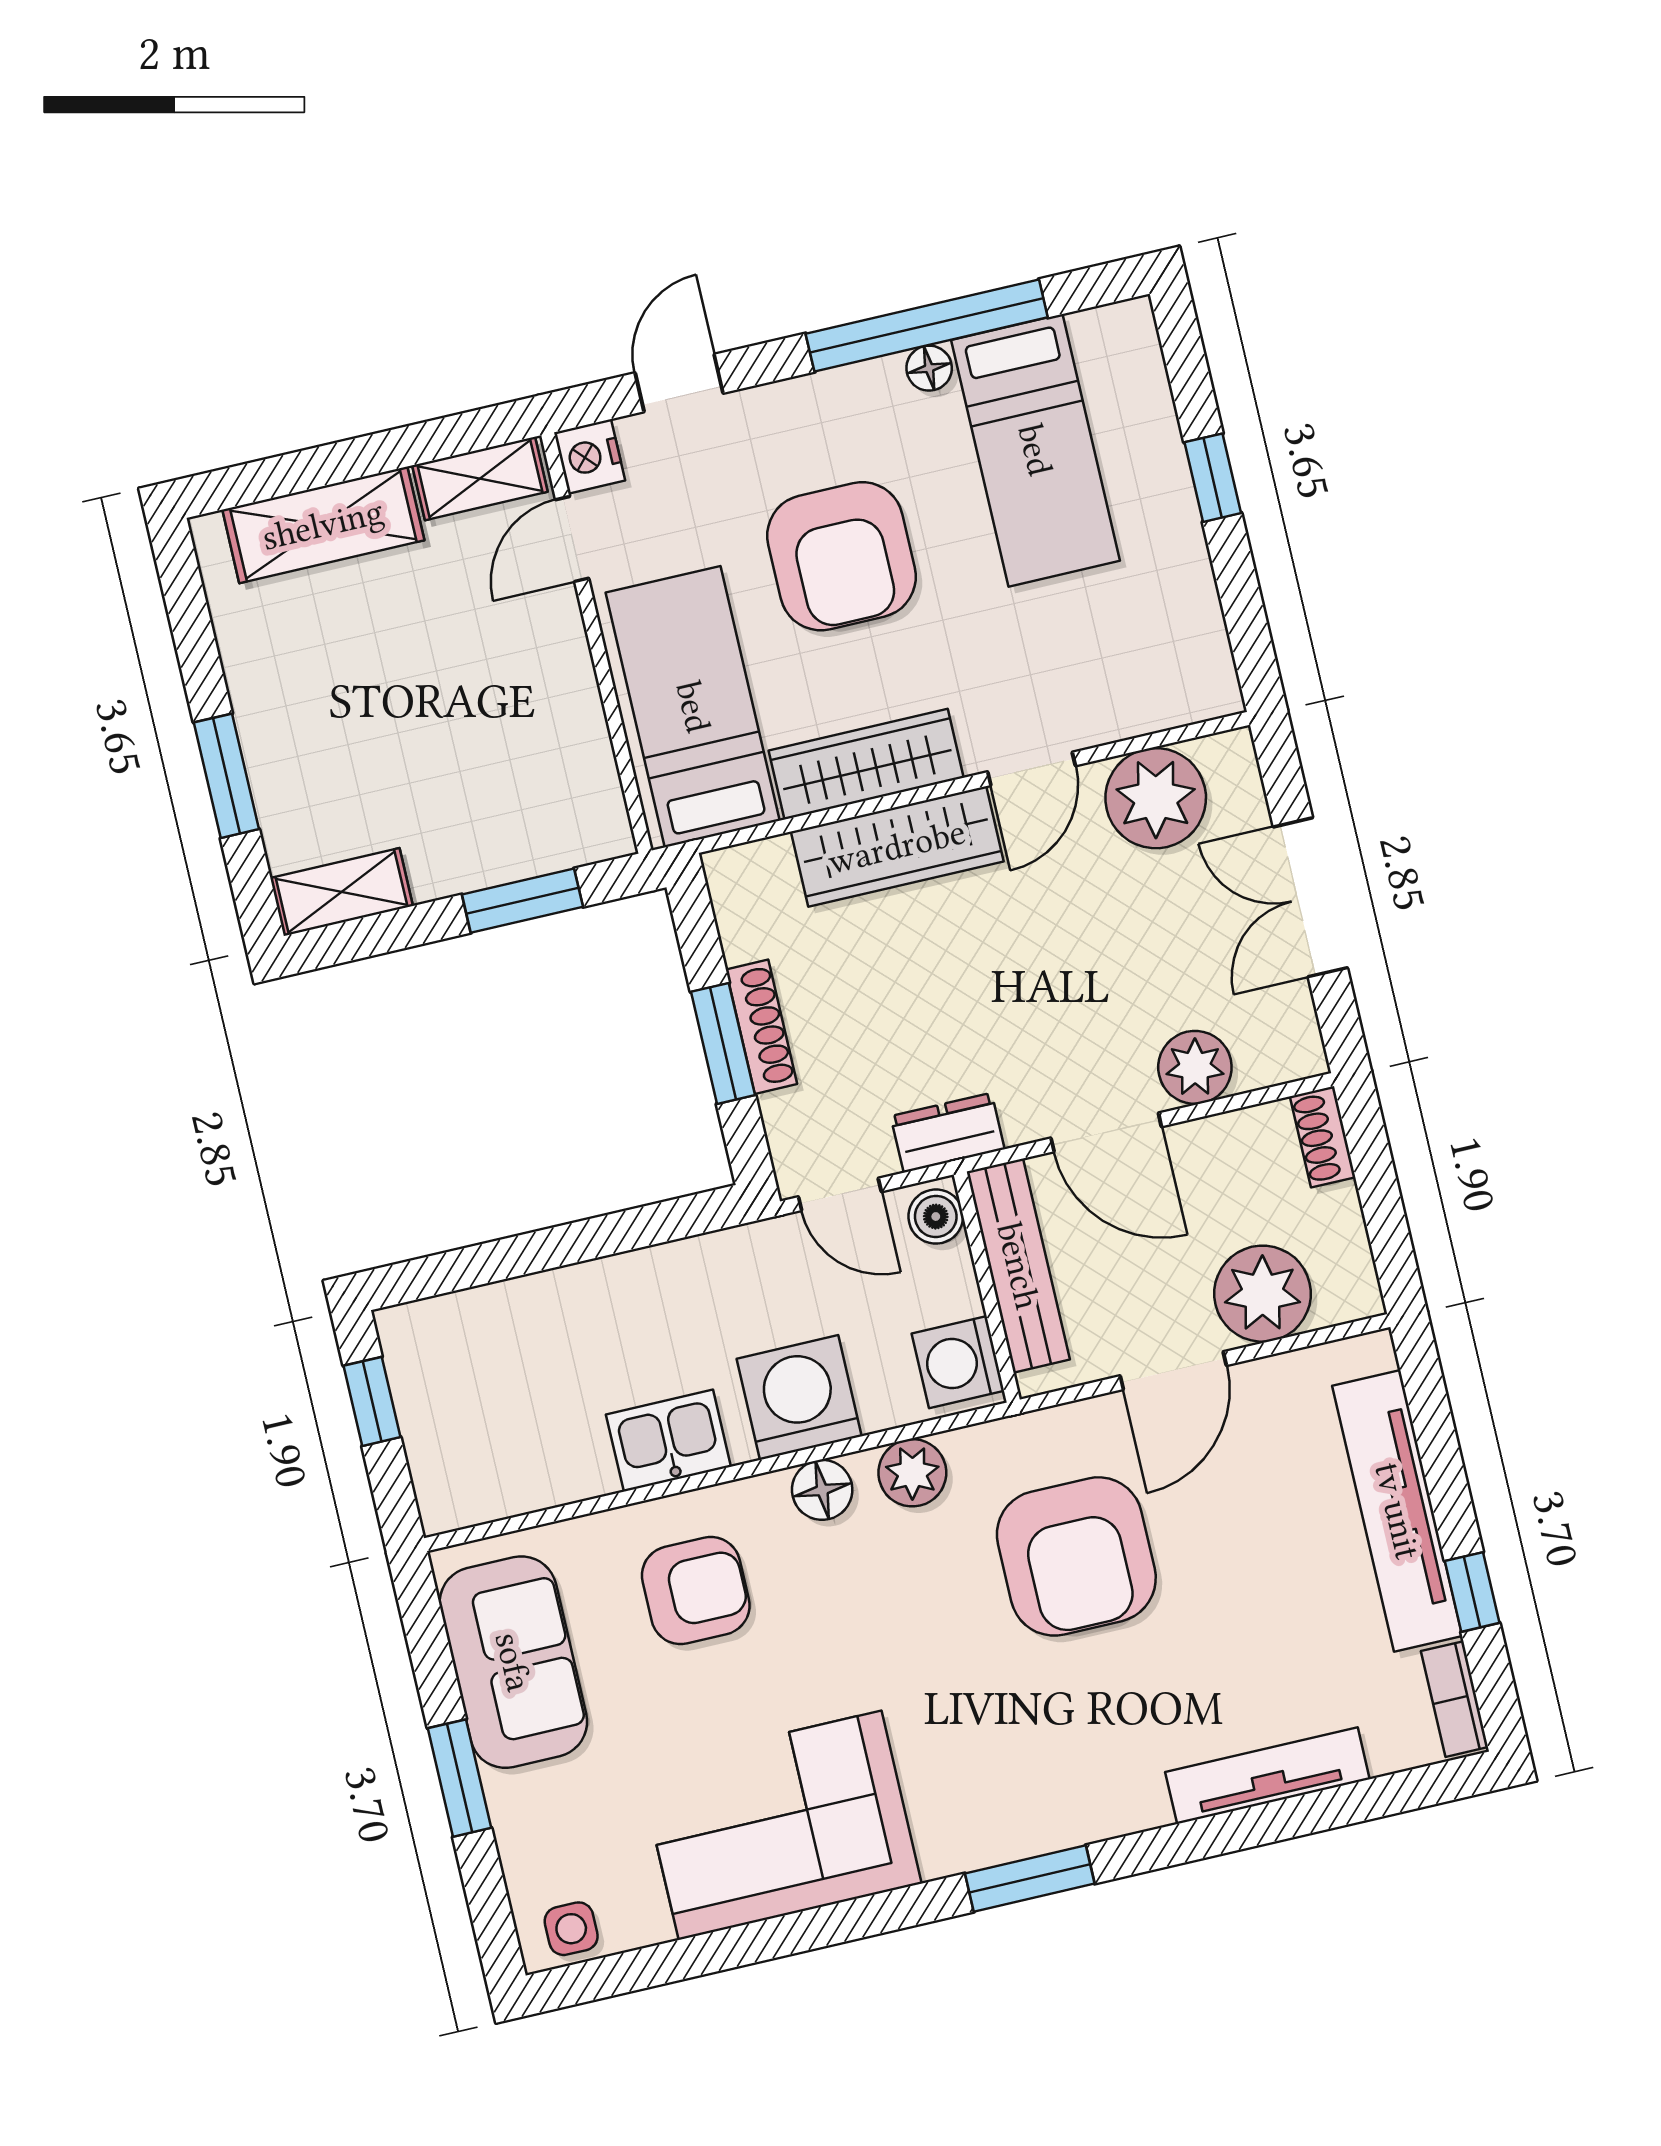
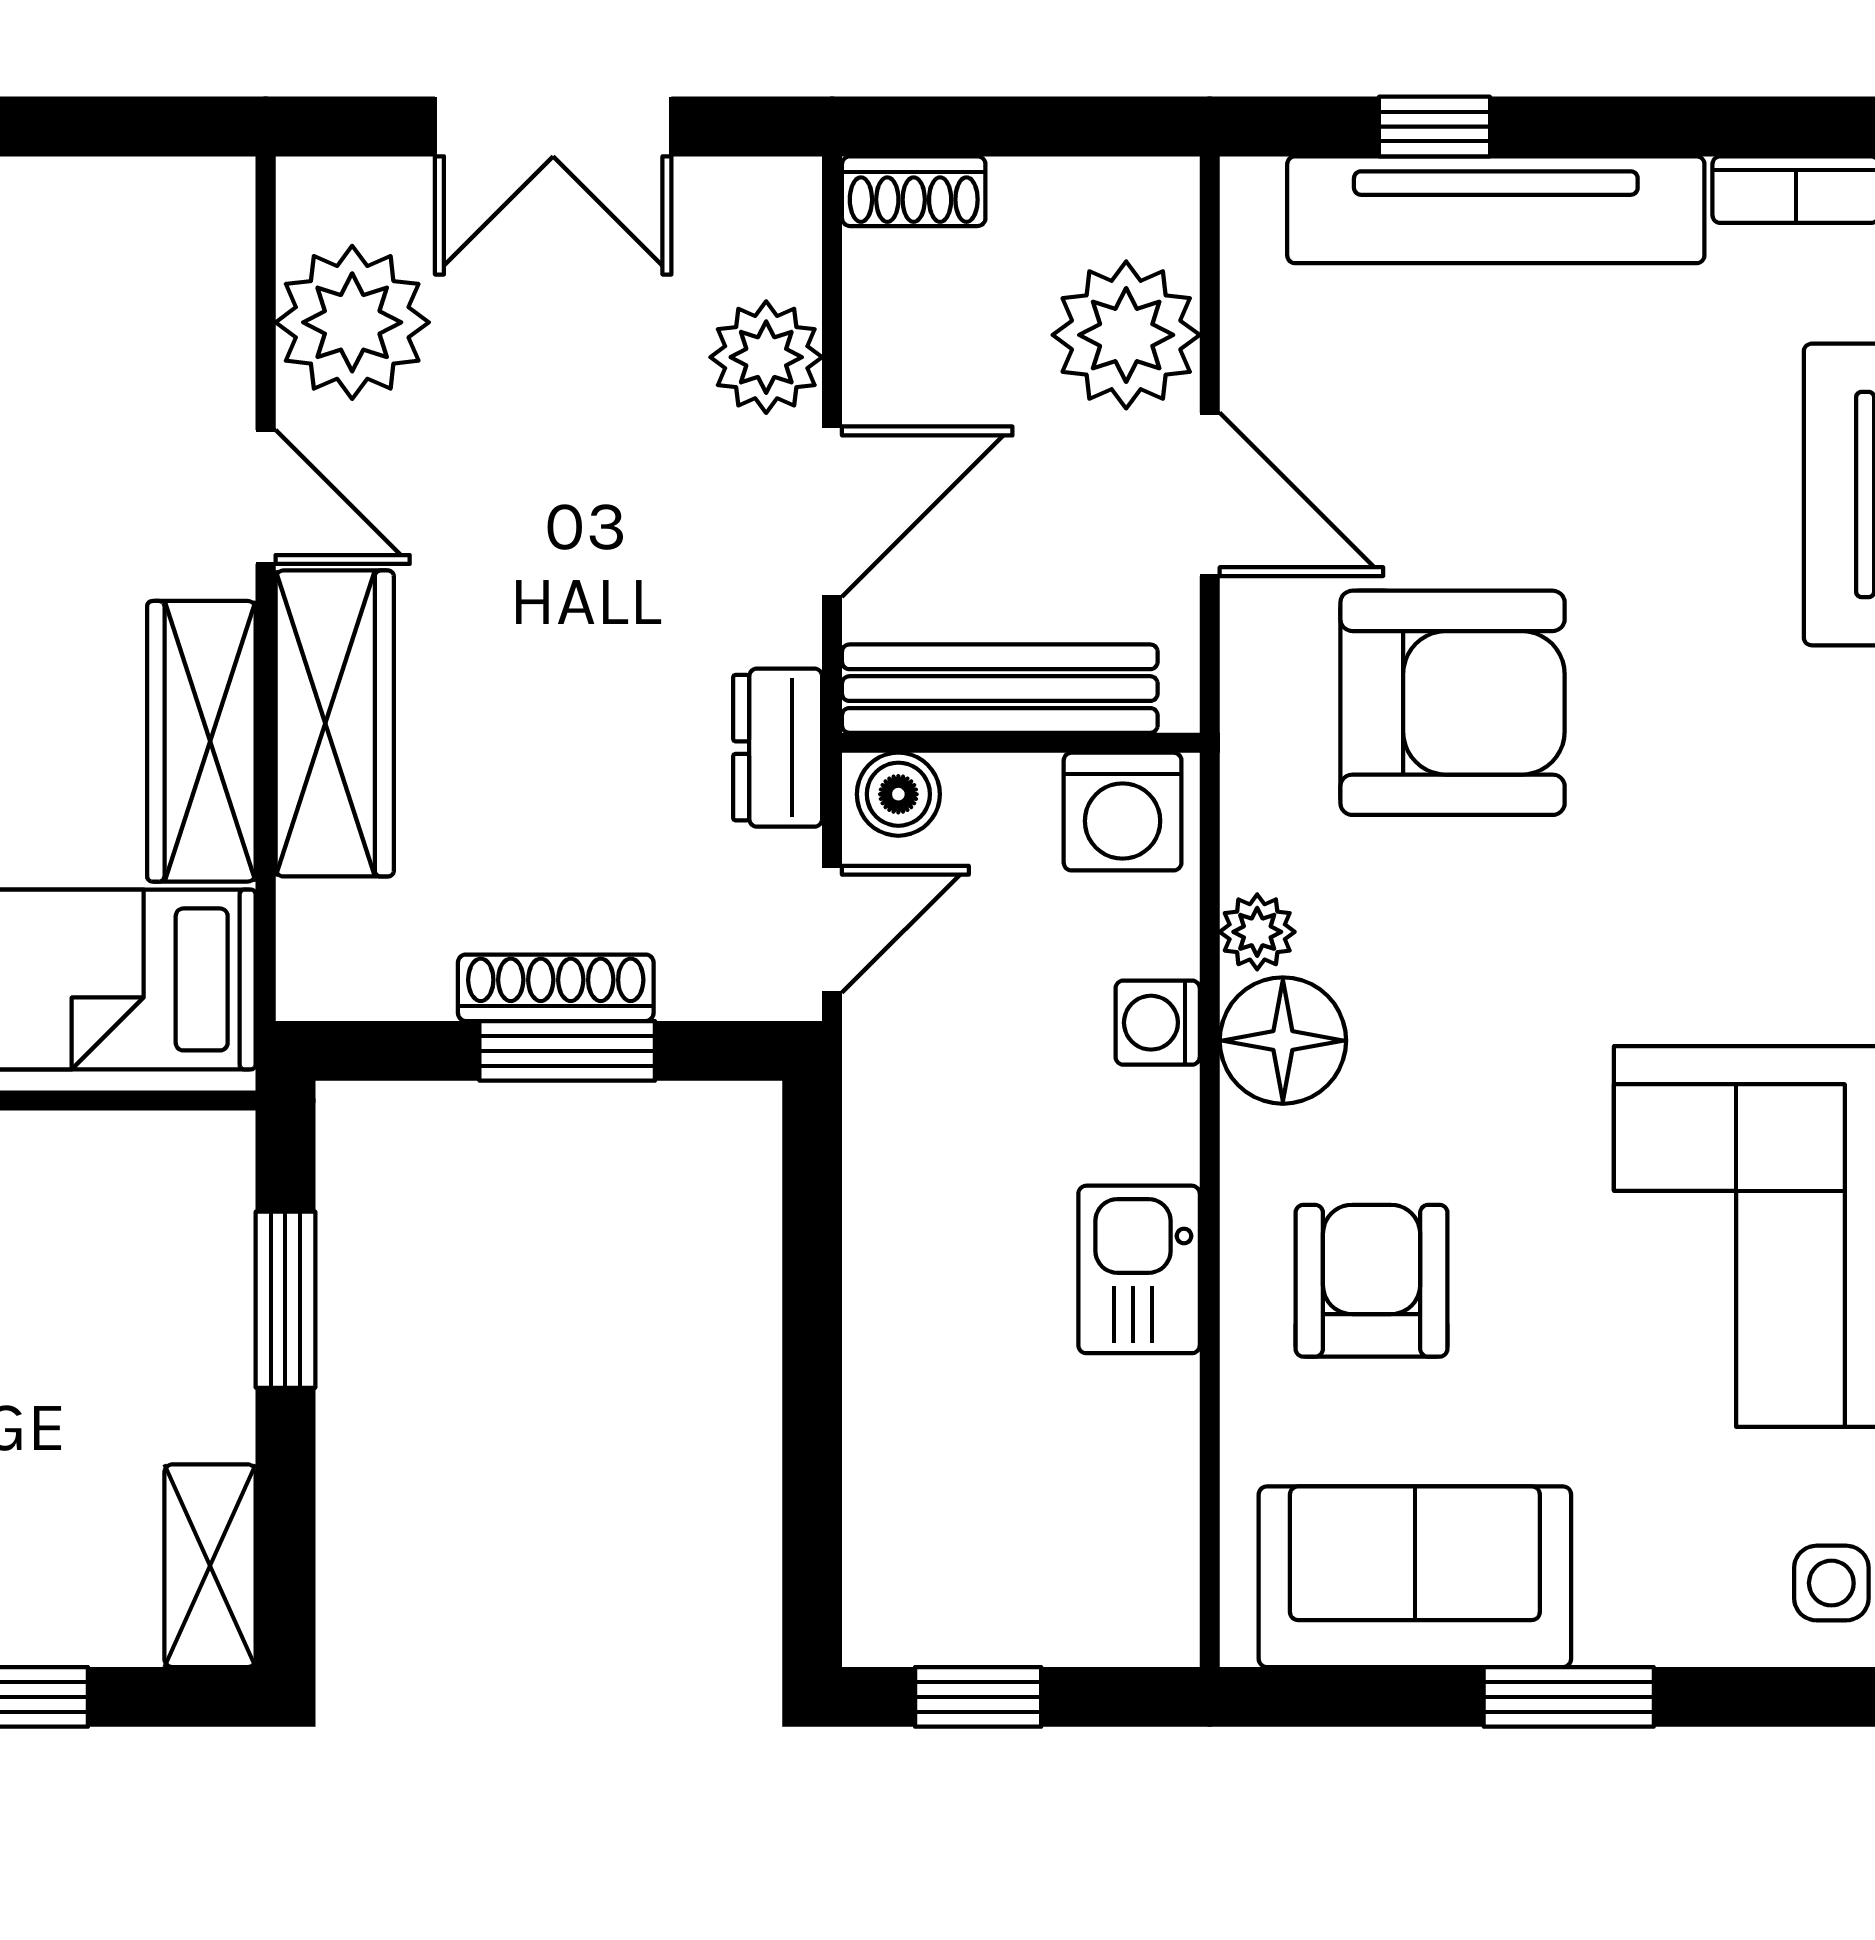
washing machine: (799, 1398) -> (1158, 1023), width x0.53, depth x0.53
plant: (912, 1473) -> (1257, 932), width x0.73, depth x0.73
floor lamp: (822, 1490) -> (1283, 1041), width x1.38, depth x1.38
window: (1472, 1592) -> (1434, 127), moved

